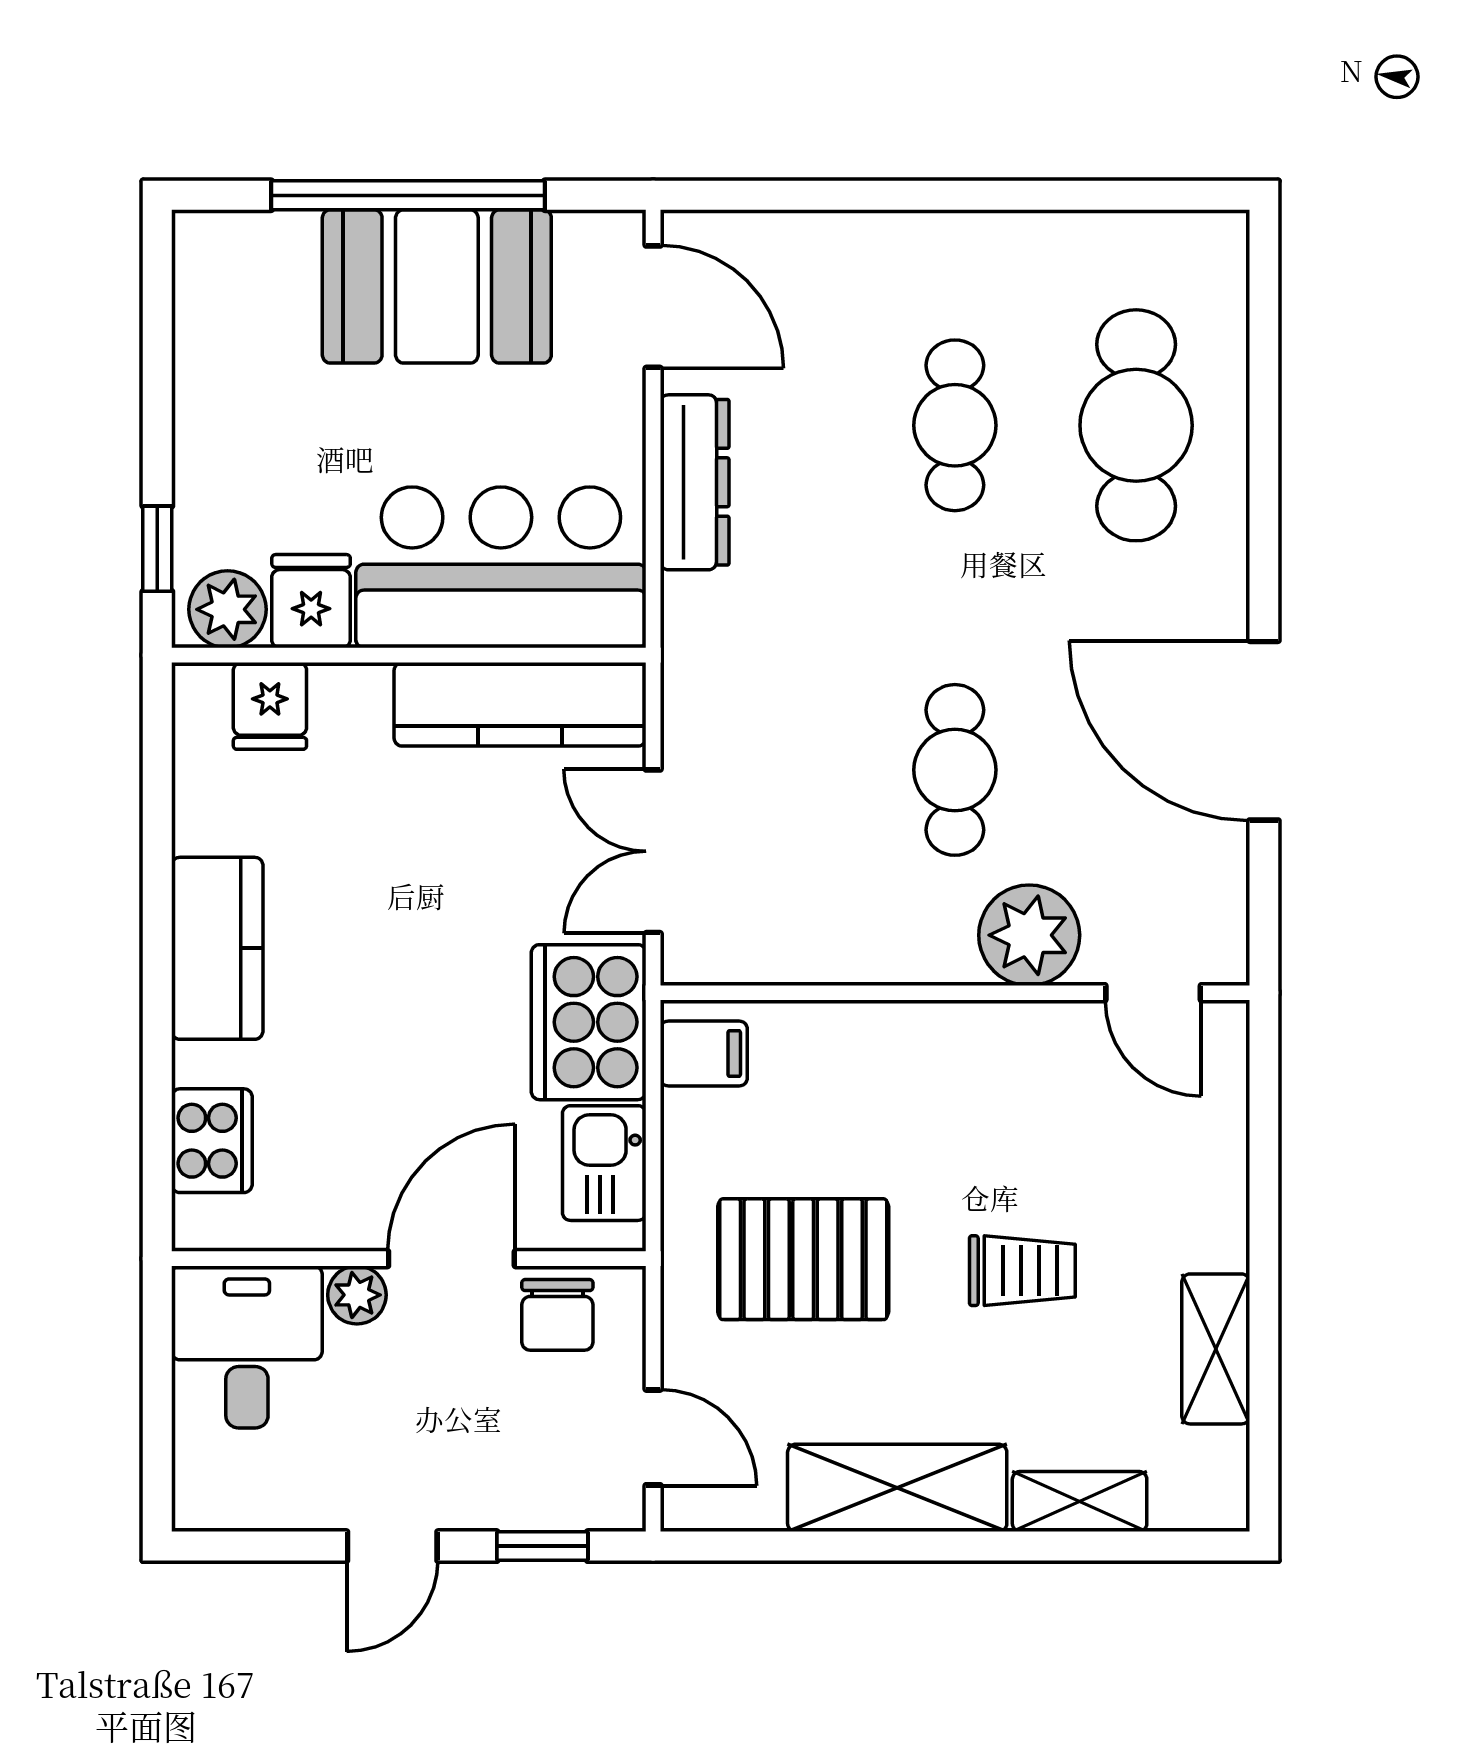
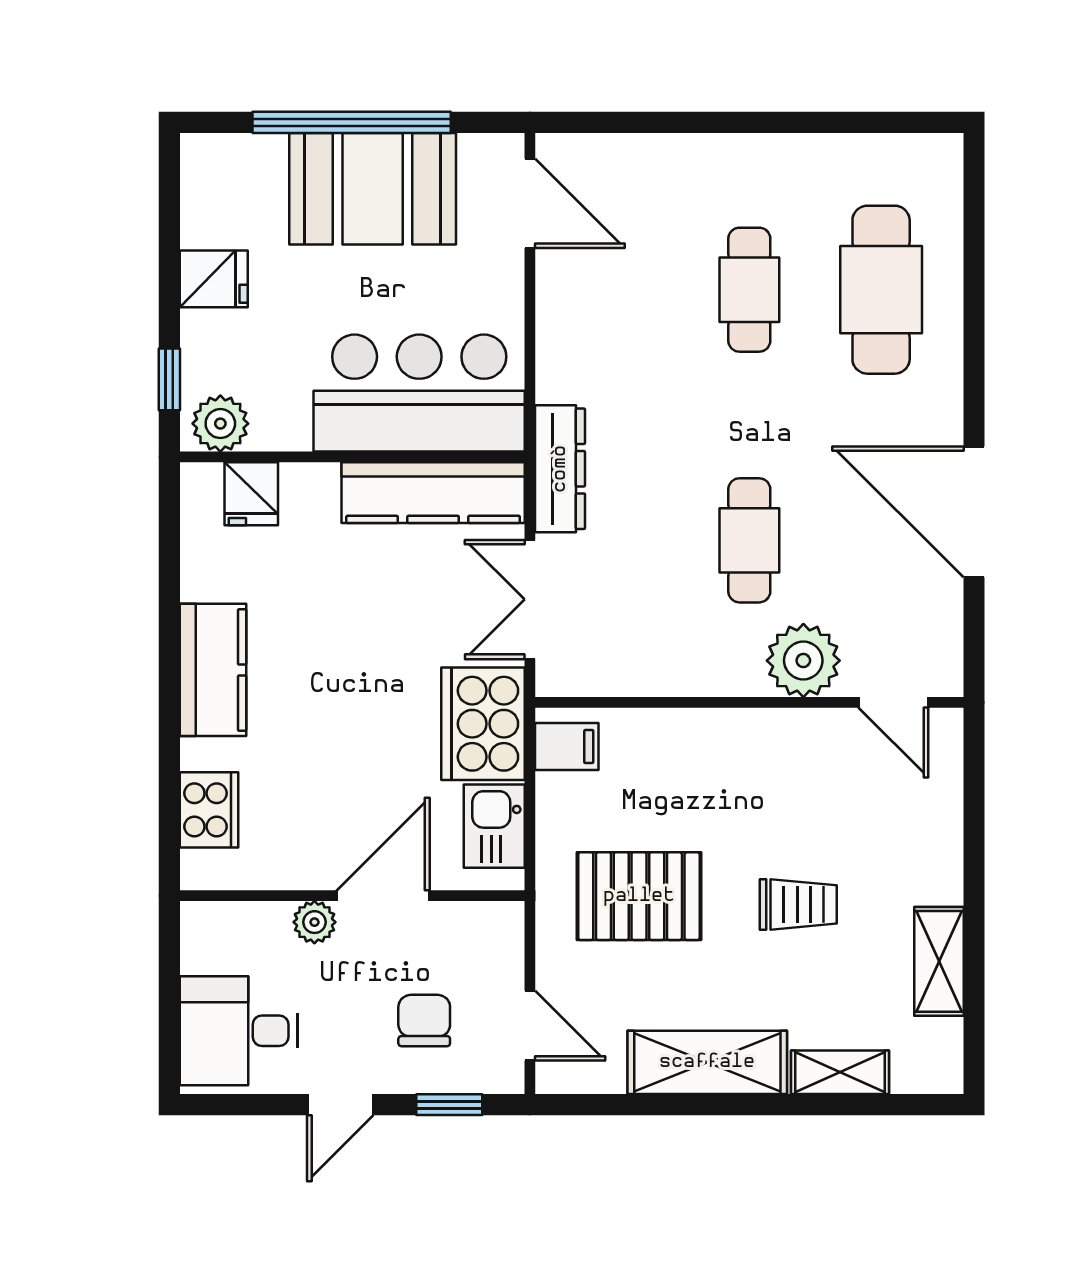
dresser: (695, 482) -> (560, 469), moved
fridge: (311, 601) -> (214, 279), moved, turned 90
chair: (557, 1315) -> (424, 1020), moved, turned 180
desk: (247, 1347) -> (239, 1031), moved, turned -90

